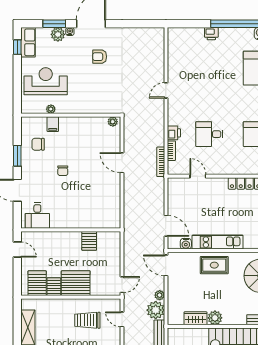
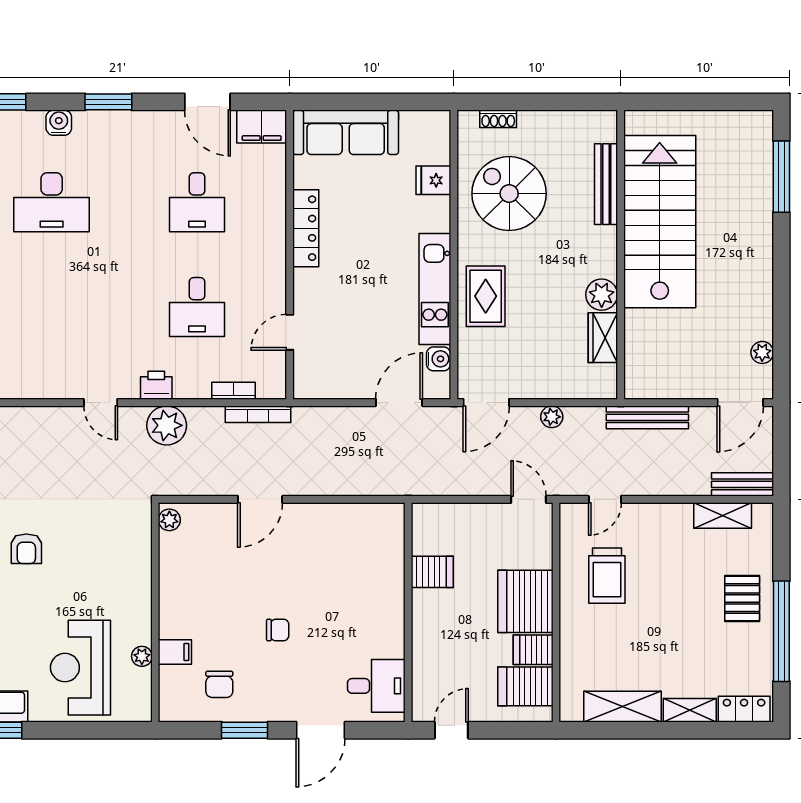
printer: (174, 133) -> (156, 385), moved
plant: (156, 310) -> (167, 425), moved

